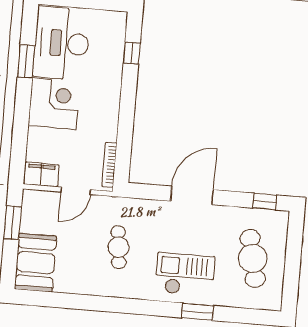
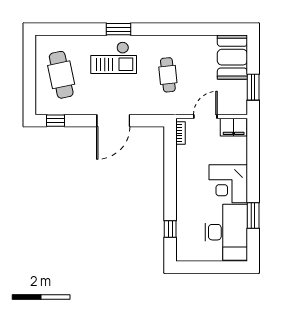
bookcase: (109, 165) -> (181, 133), width x0.64
window: (198, 312) -> (118, 29), moved

